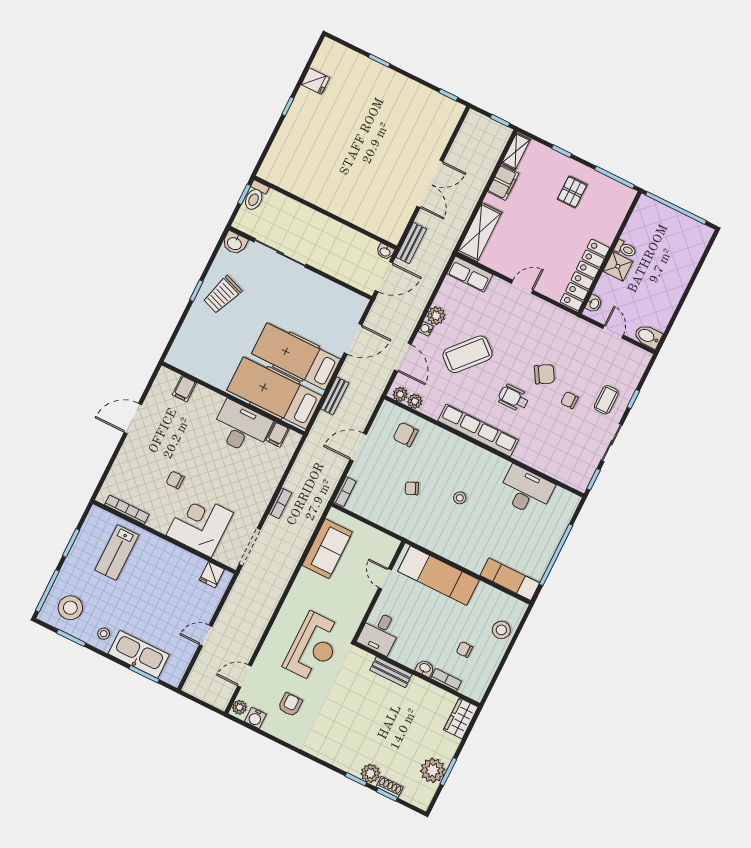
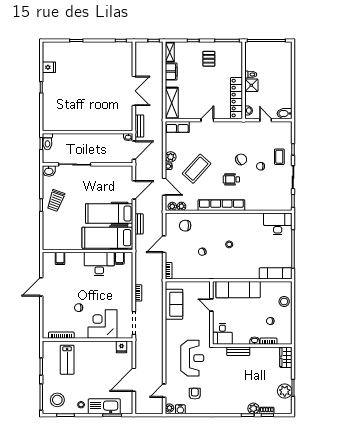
desk: (526, 491) -> (278, 224), moved
door: (206, 636) -> (134, 380), width x1.87

